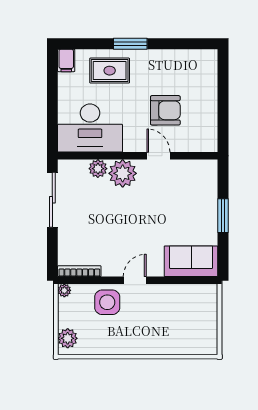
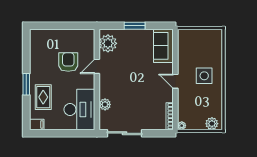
plant: (123, 173) -> (108, 43), moved
side table: (107, 302) -> (204, 76), moved

